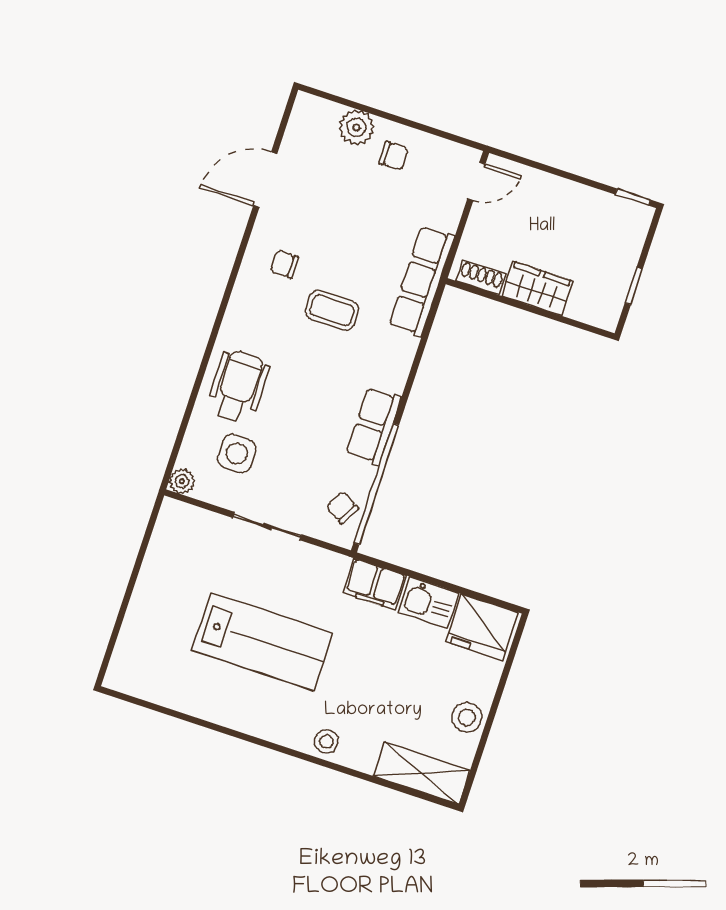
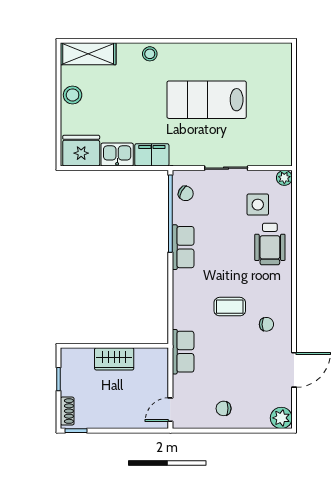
plant: (356, 127) -> (281, 418), moved
shoe rack: (481, 277) -> (67, 411), moved, turned -90
row of seats: (422, 281) -> (183, 352), width x0.68

